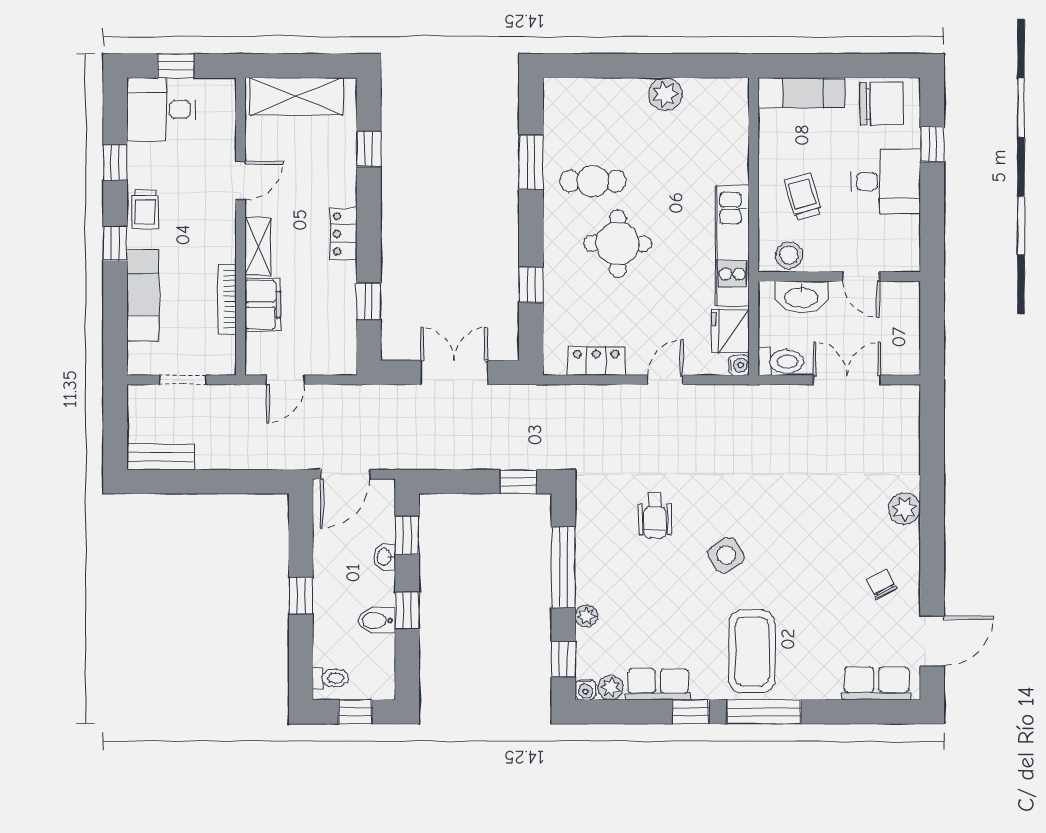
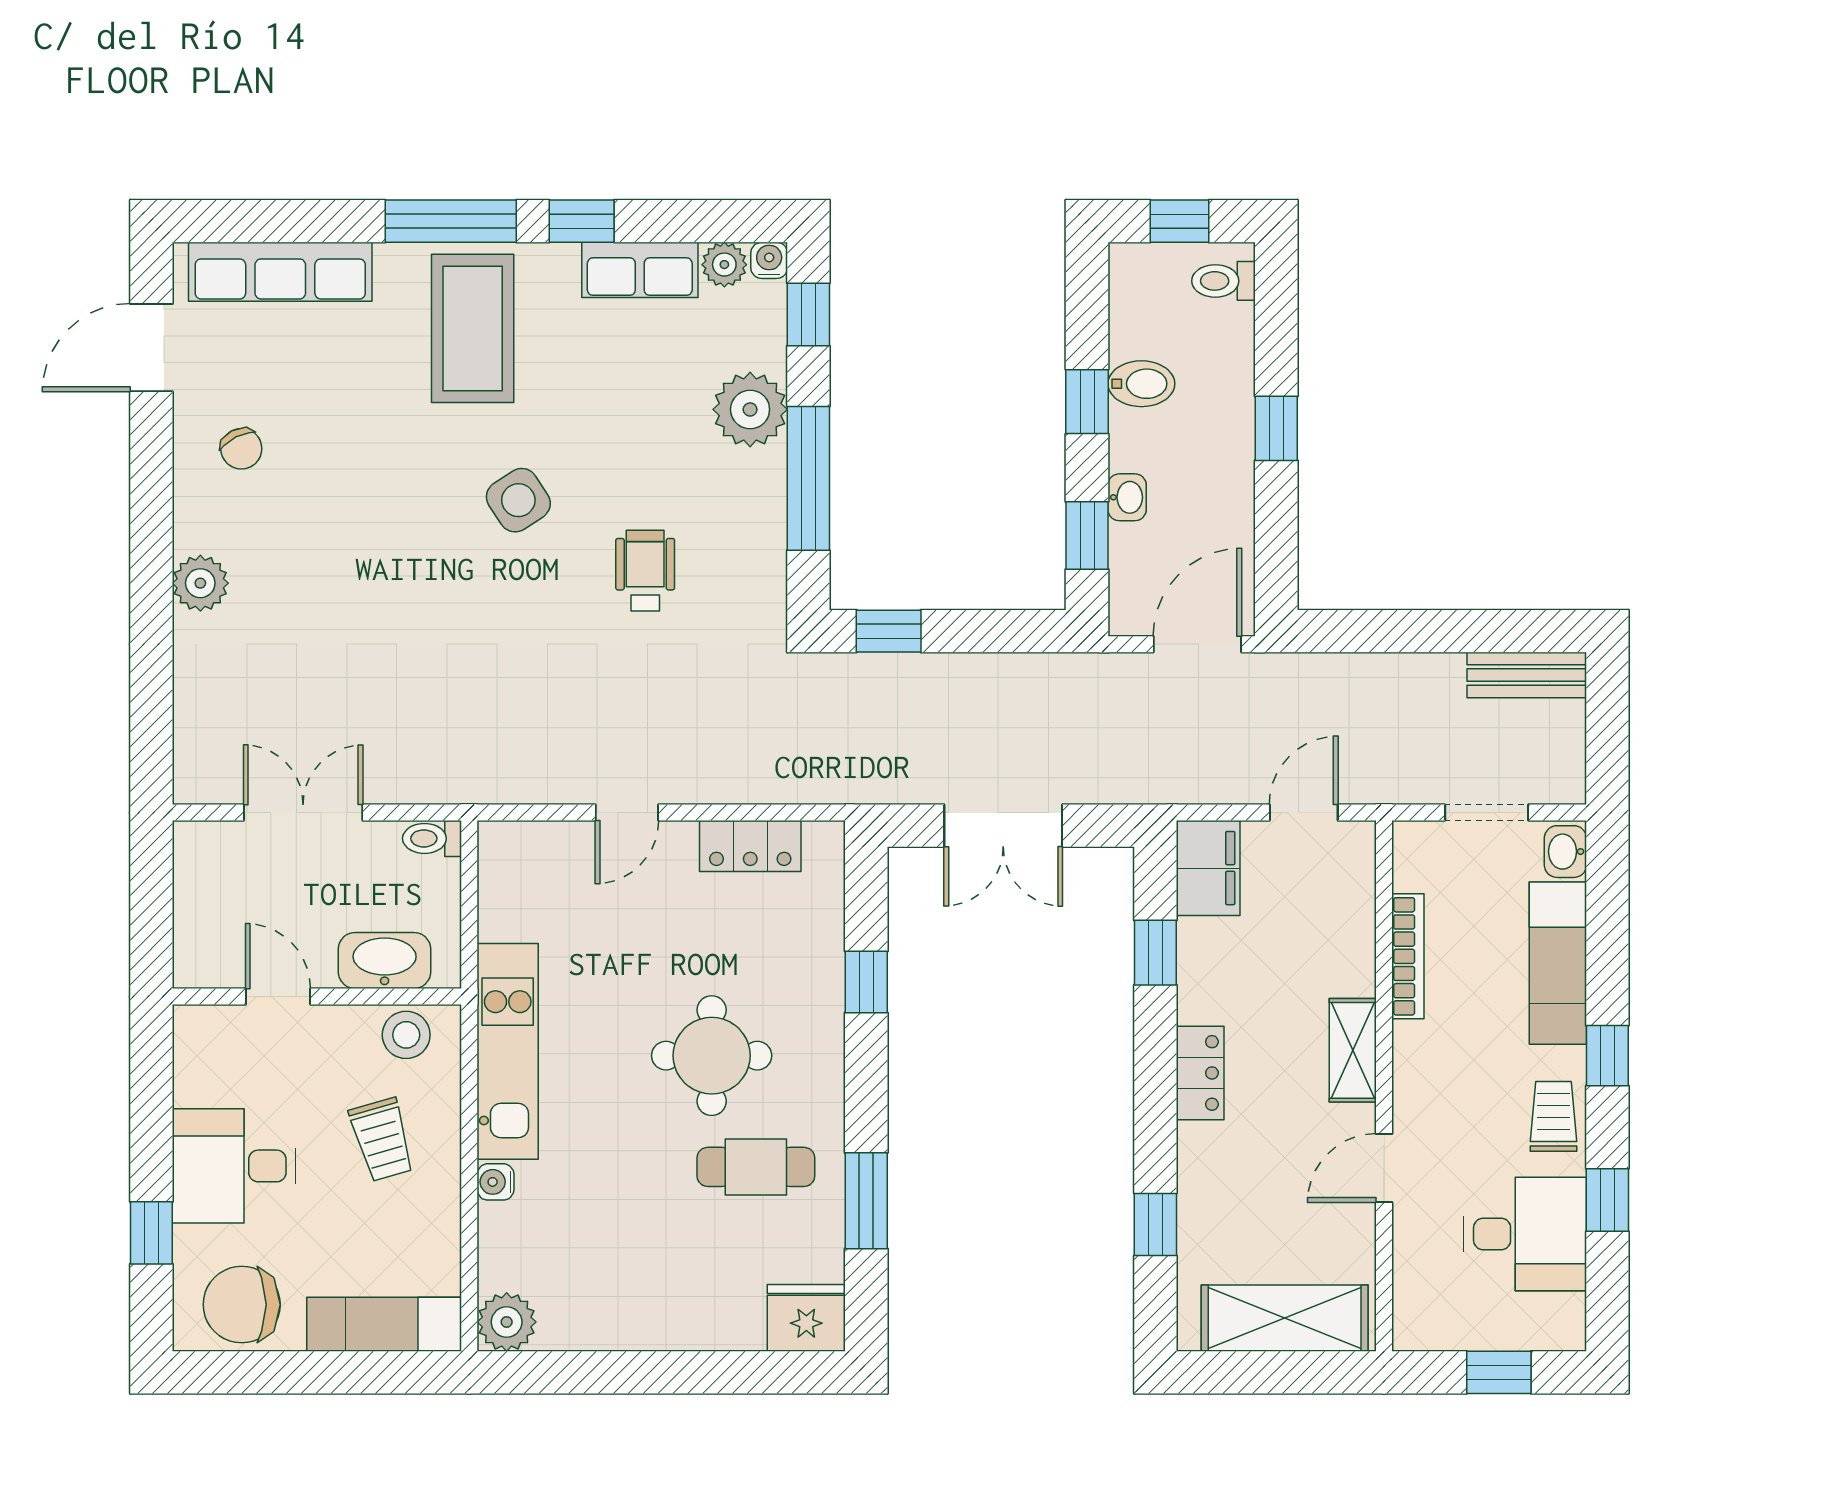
plant: (665, 94) -> (507, 1322), moved
desk: (161, 109) -> (1525, 1234), moved
filing cabinet: (263, 305) -> (1208, 868), moved, turned 180
fridge: (730, 331) -> (806, 1318), moved, turned -90
washbasin: (139, 358) -> (1565, 852), added
toilet: (781, 362) -> (432, 838), width x0.73, depth x0.72
water cooler: (739, 365) -> (496, 1182), moved
double door: (847, 380) -> (303, 813), swing flipped
plant: (586, 616) -> (750, 409), width x1.88, depth x1.88
row of seats: (876, 683) -> (280, 272), width x1.48

